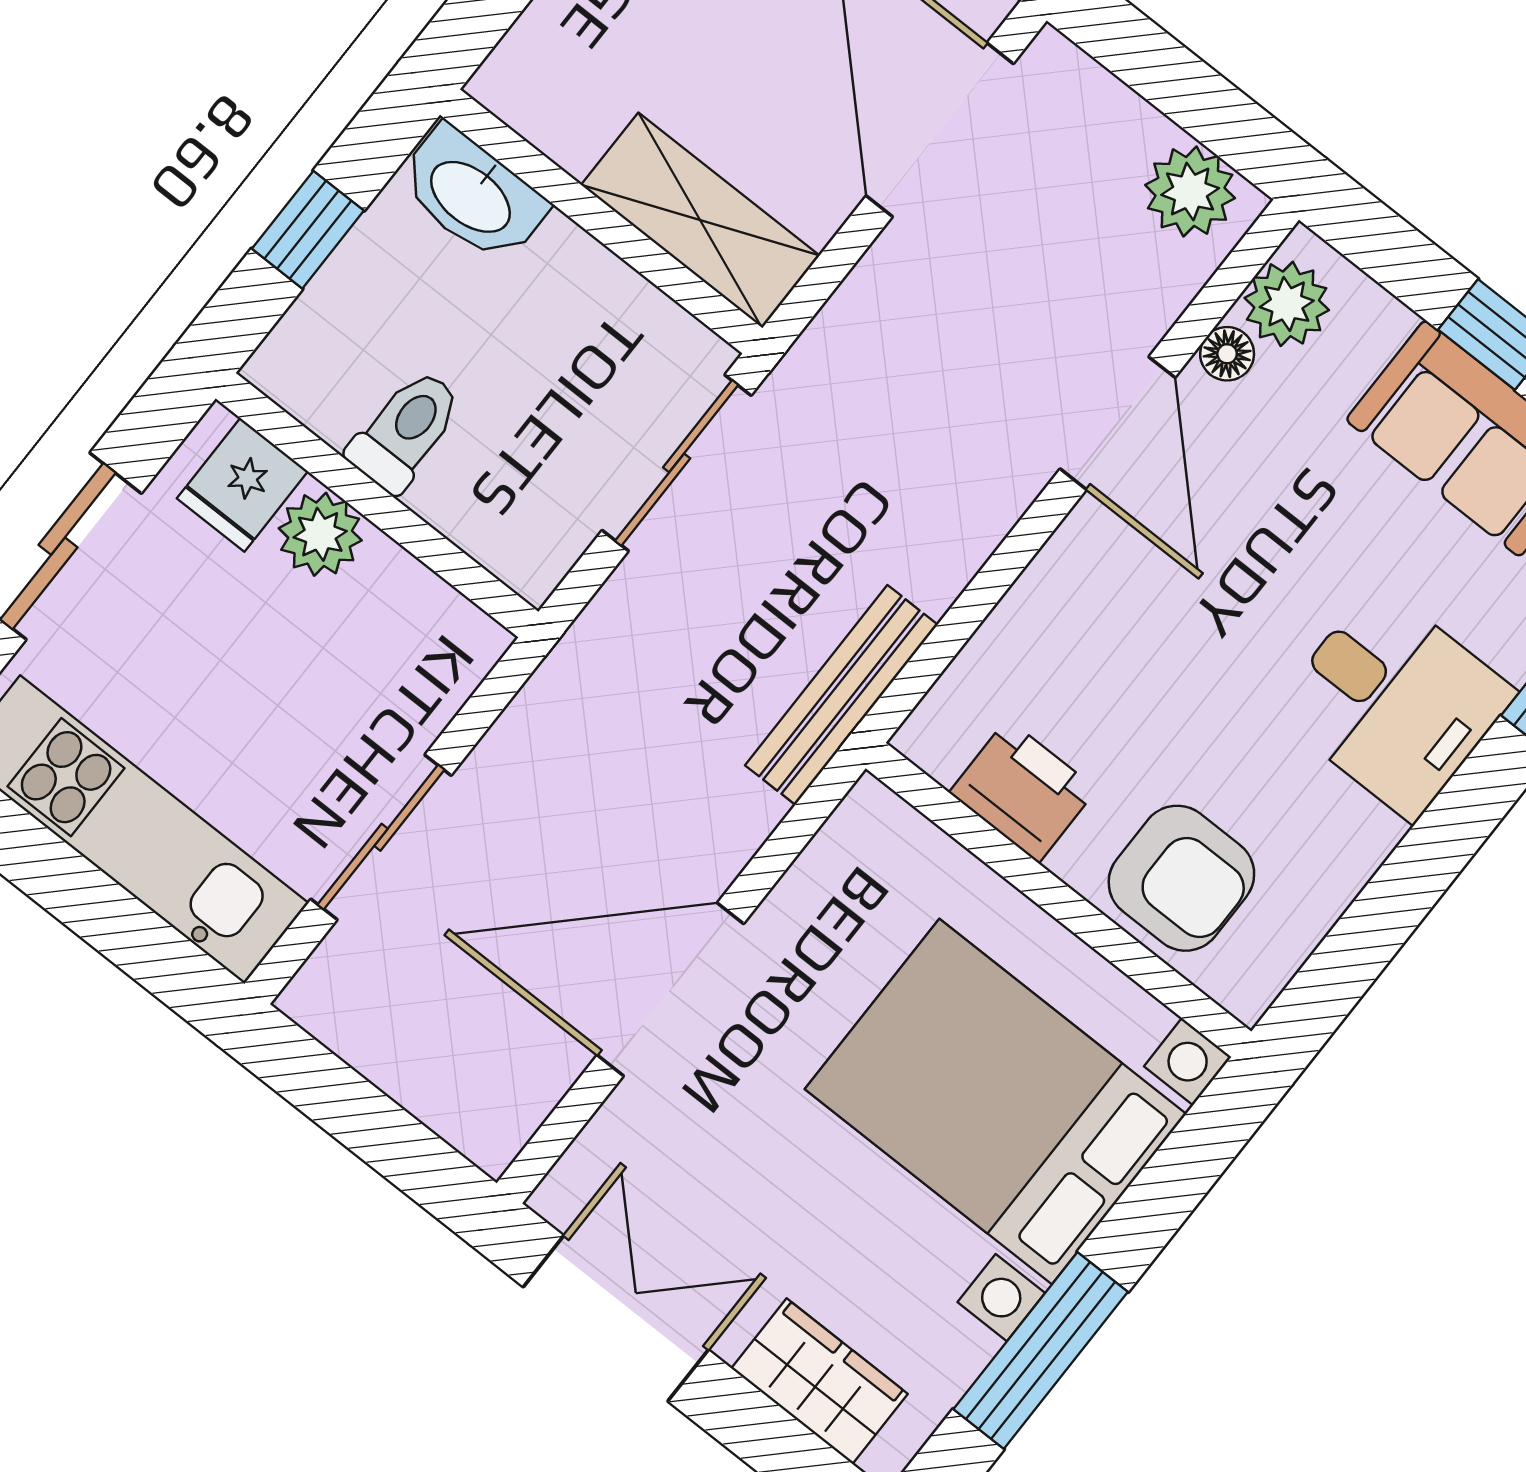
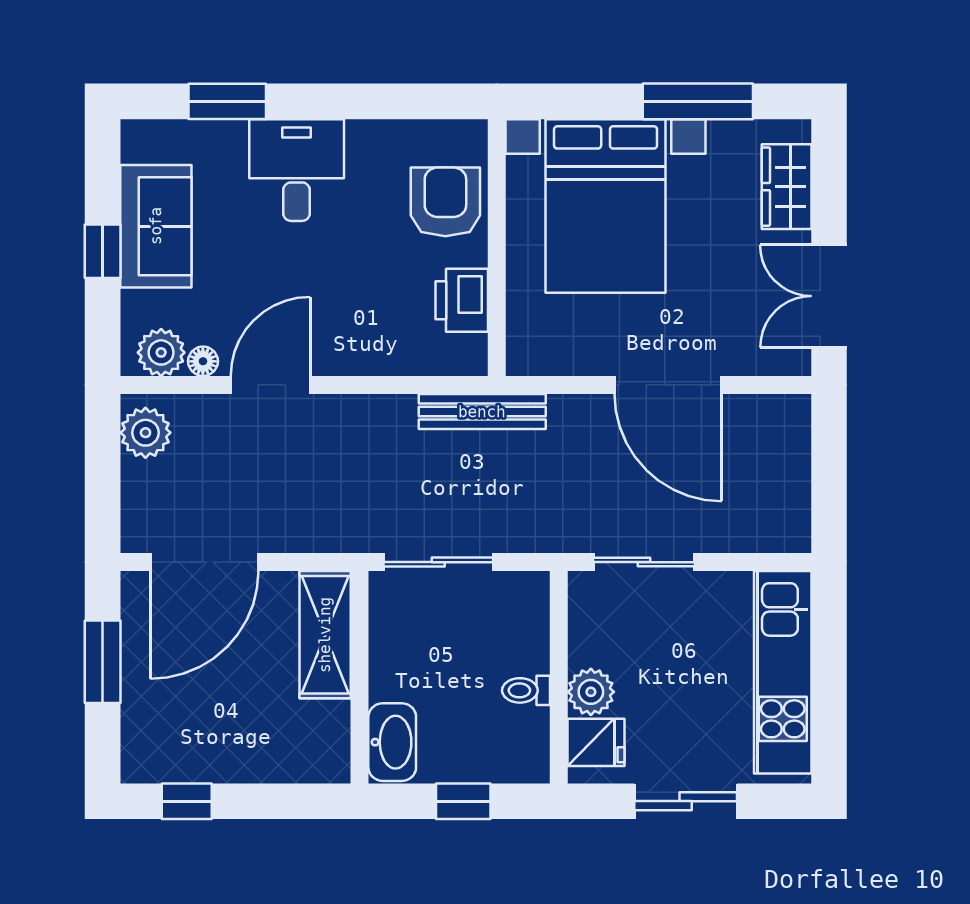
toilet: (405, 430) -> (526, 690), width x0.73, depth x0.72
sliding door: (381, 837) -> (644, 562), moved

